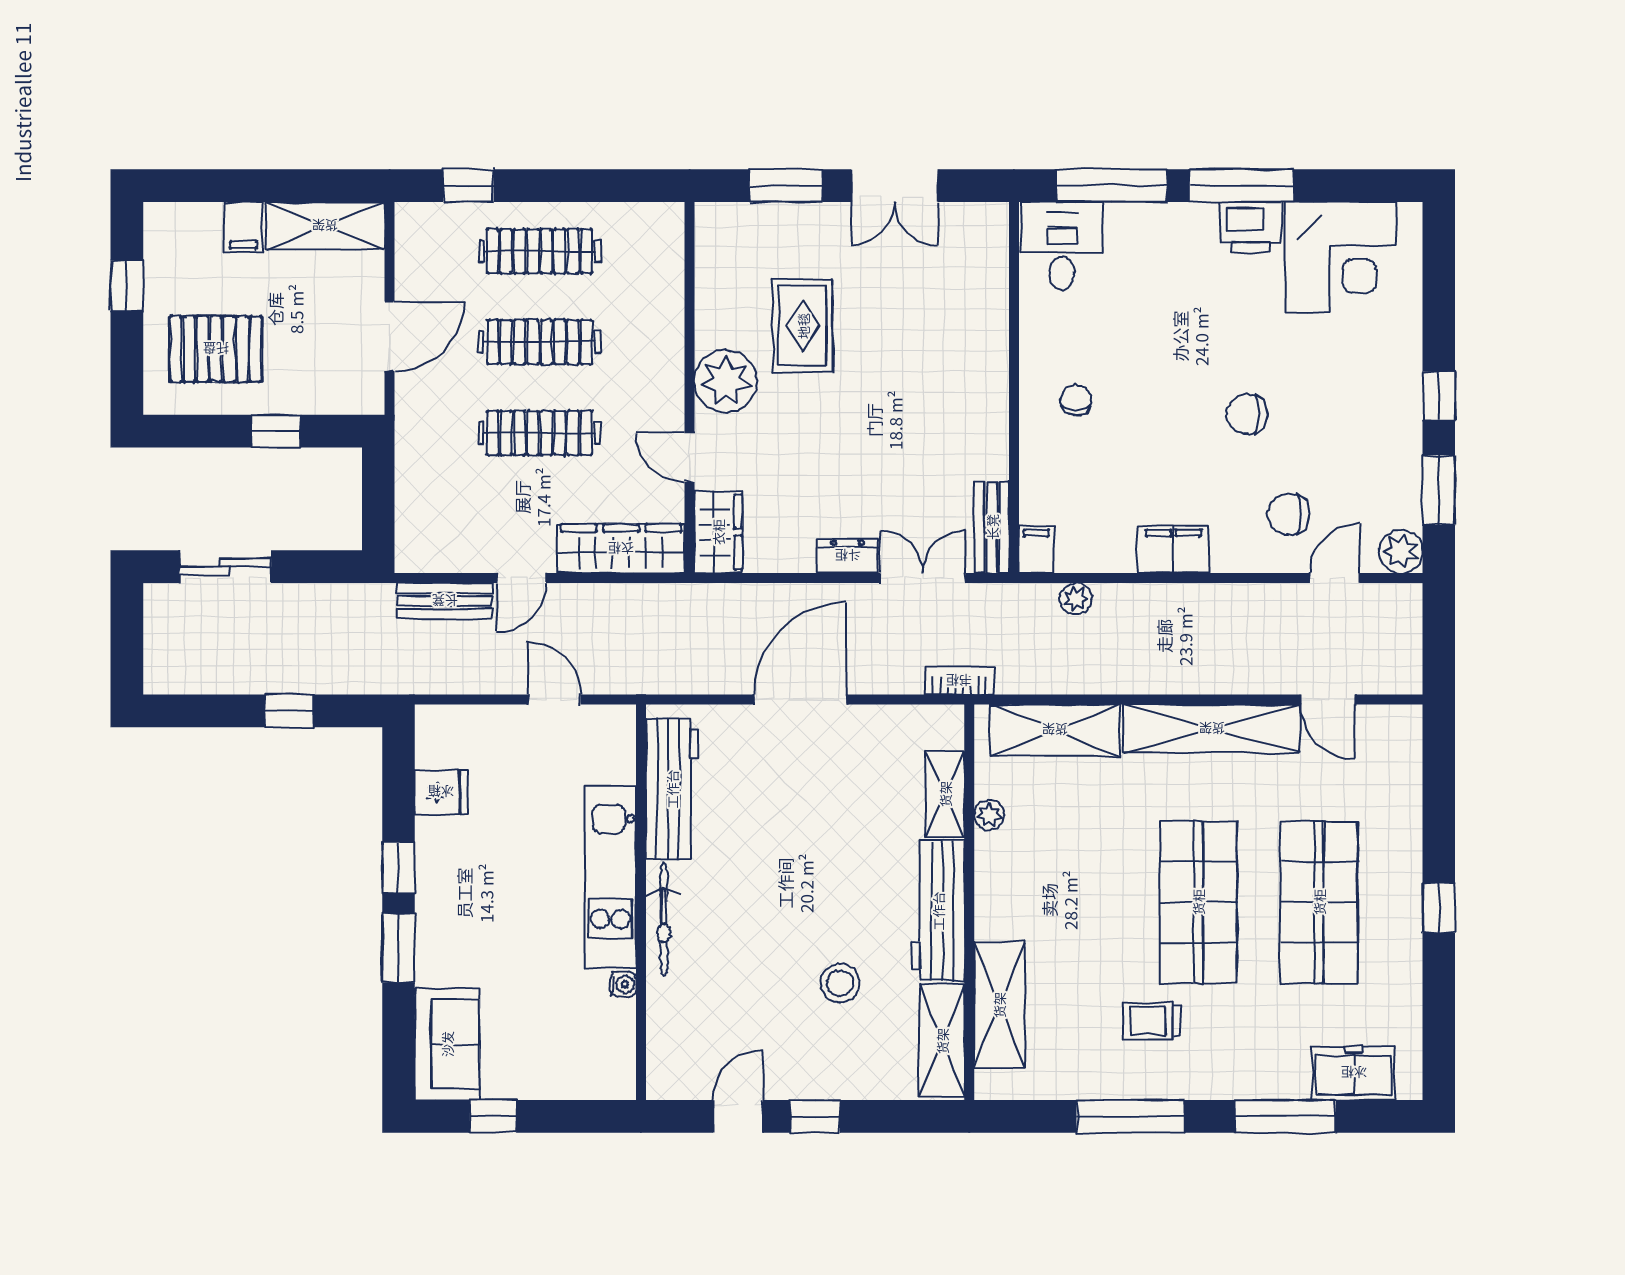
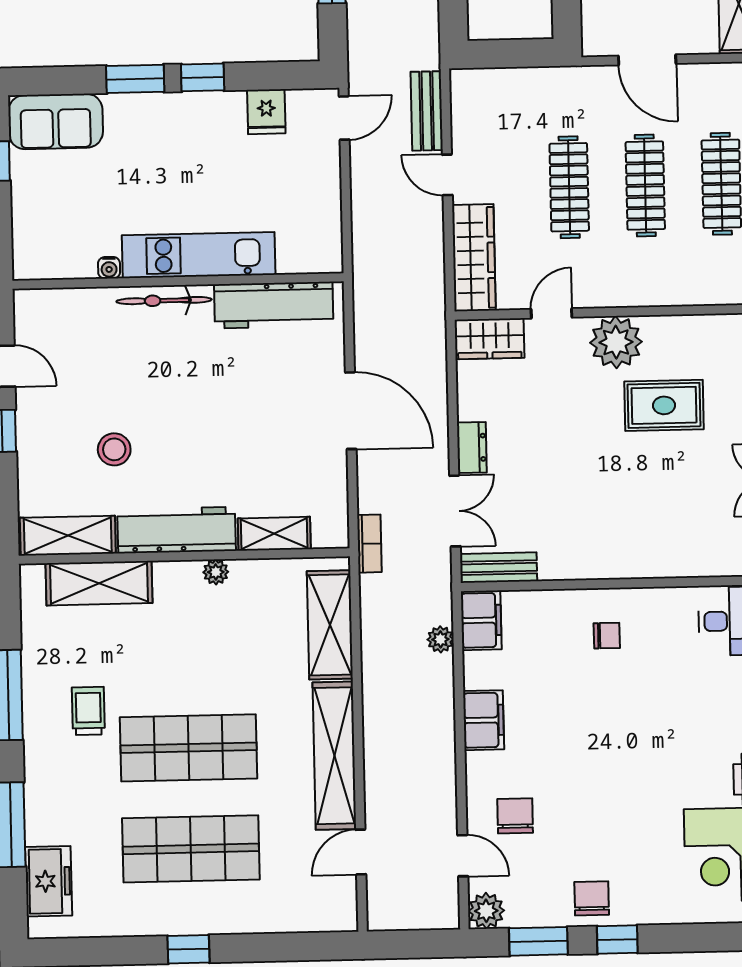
chair: (1247, 414) -> (592, 898), moved
filing cabinet: (1036, 550) -> (481, 620), width x2.00
door: (554, 700) -> (344, 118), moved
plant: (989, 815) -> (216, 572), moved

